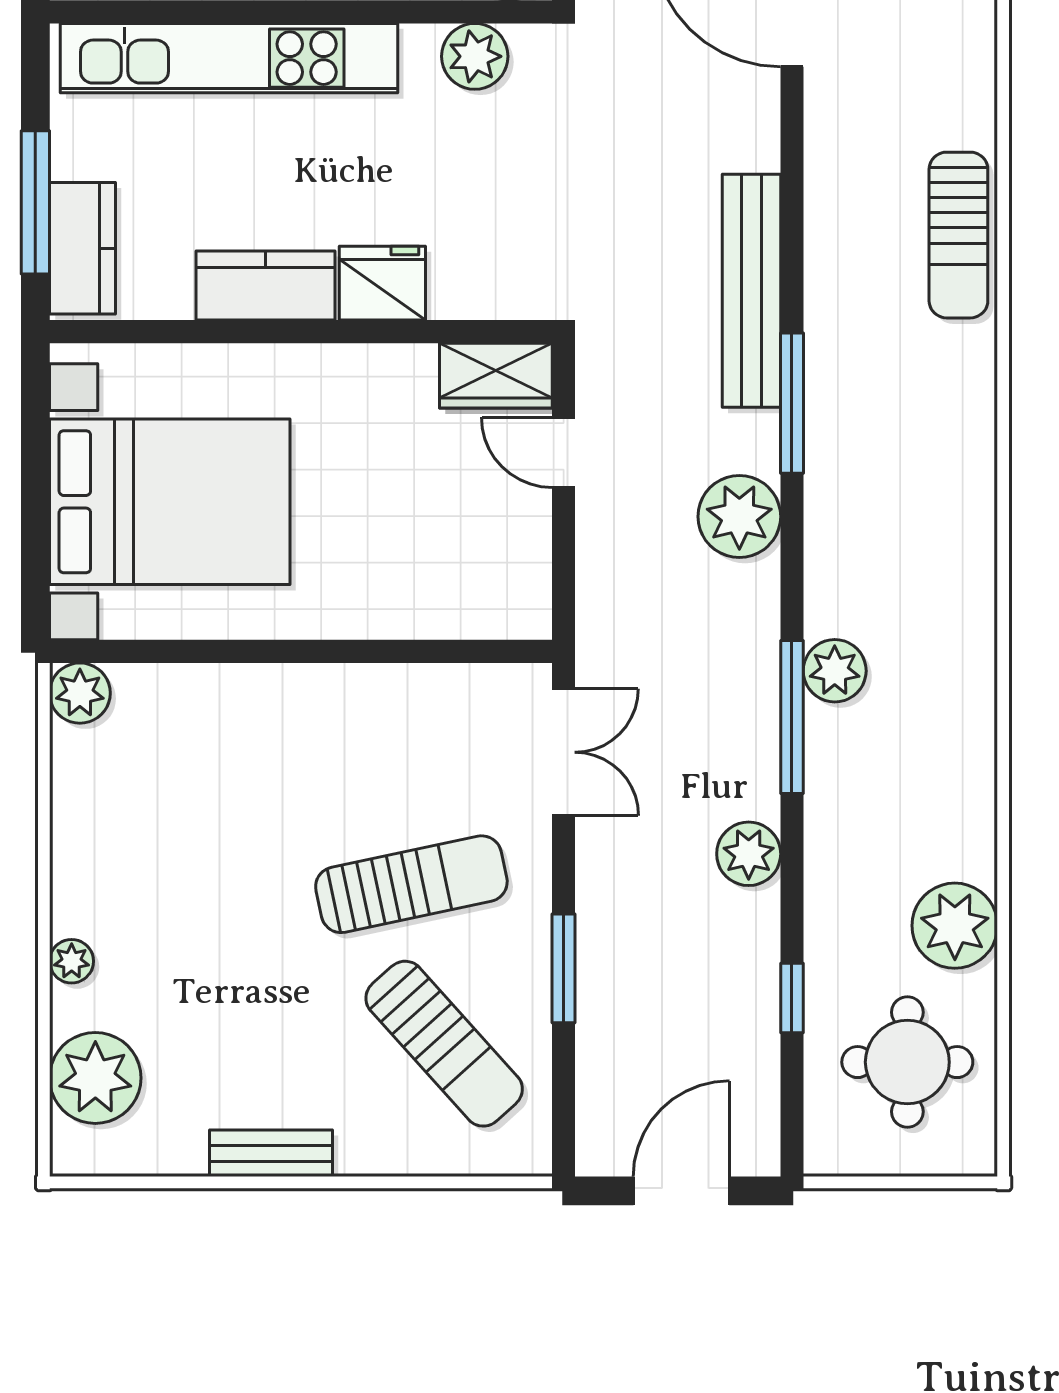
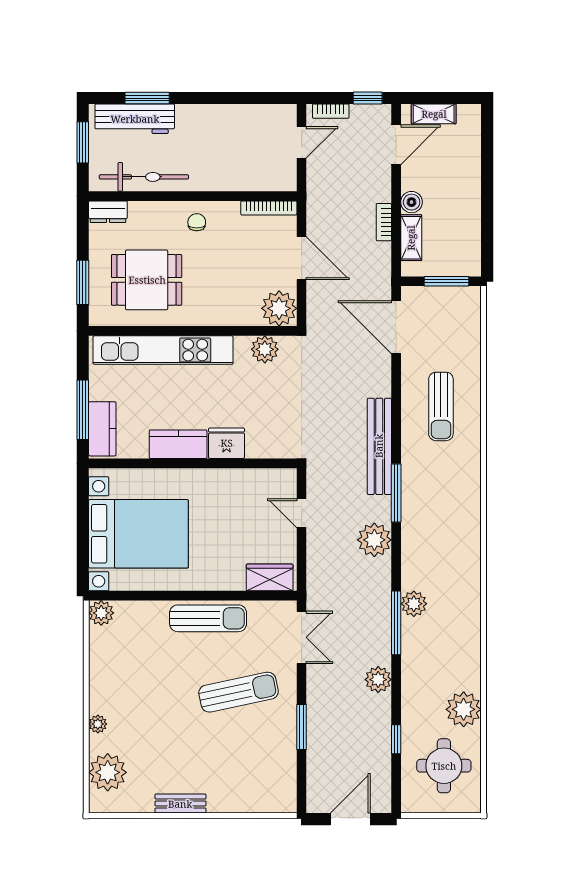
sun lounger: (958, 235) -> (441, 406), moved
wardrobe: (496, 376) -> (270, 577), moved, turned 180
sun lounger: (444, 1044) -> (208, 618), moved, turned -48

